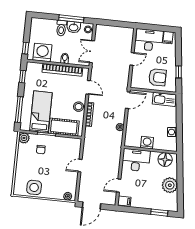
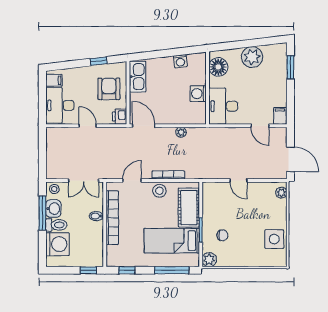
washing machine: (42, 52) -> (57, 244), moved, turned 180
printer: (136, 83) -> (120, 117), added

